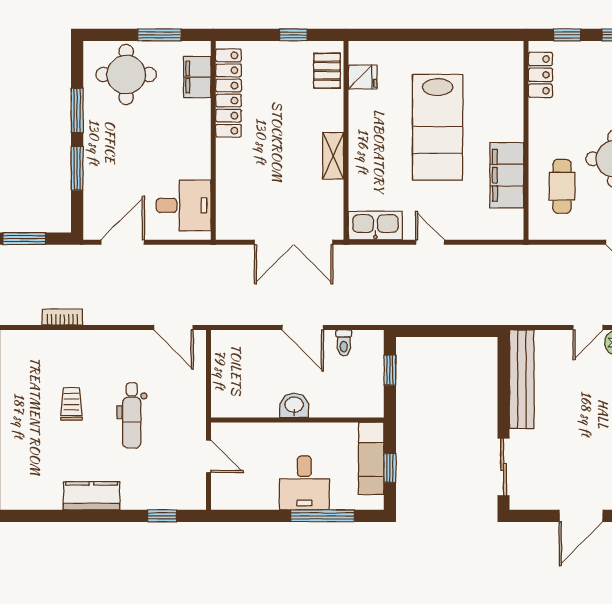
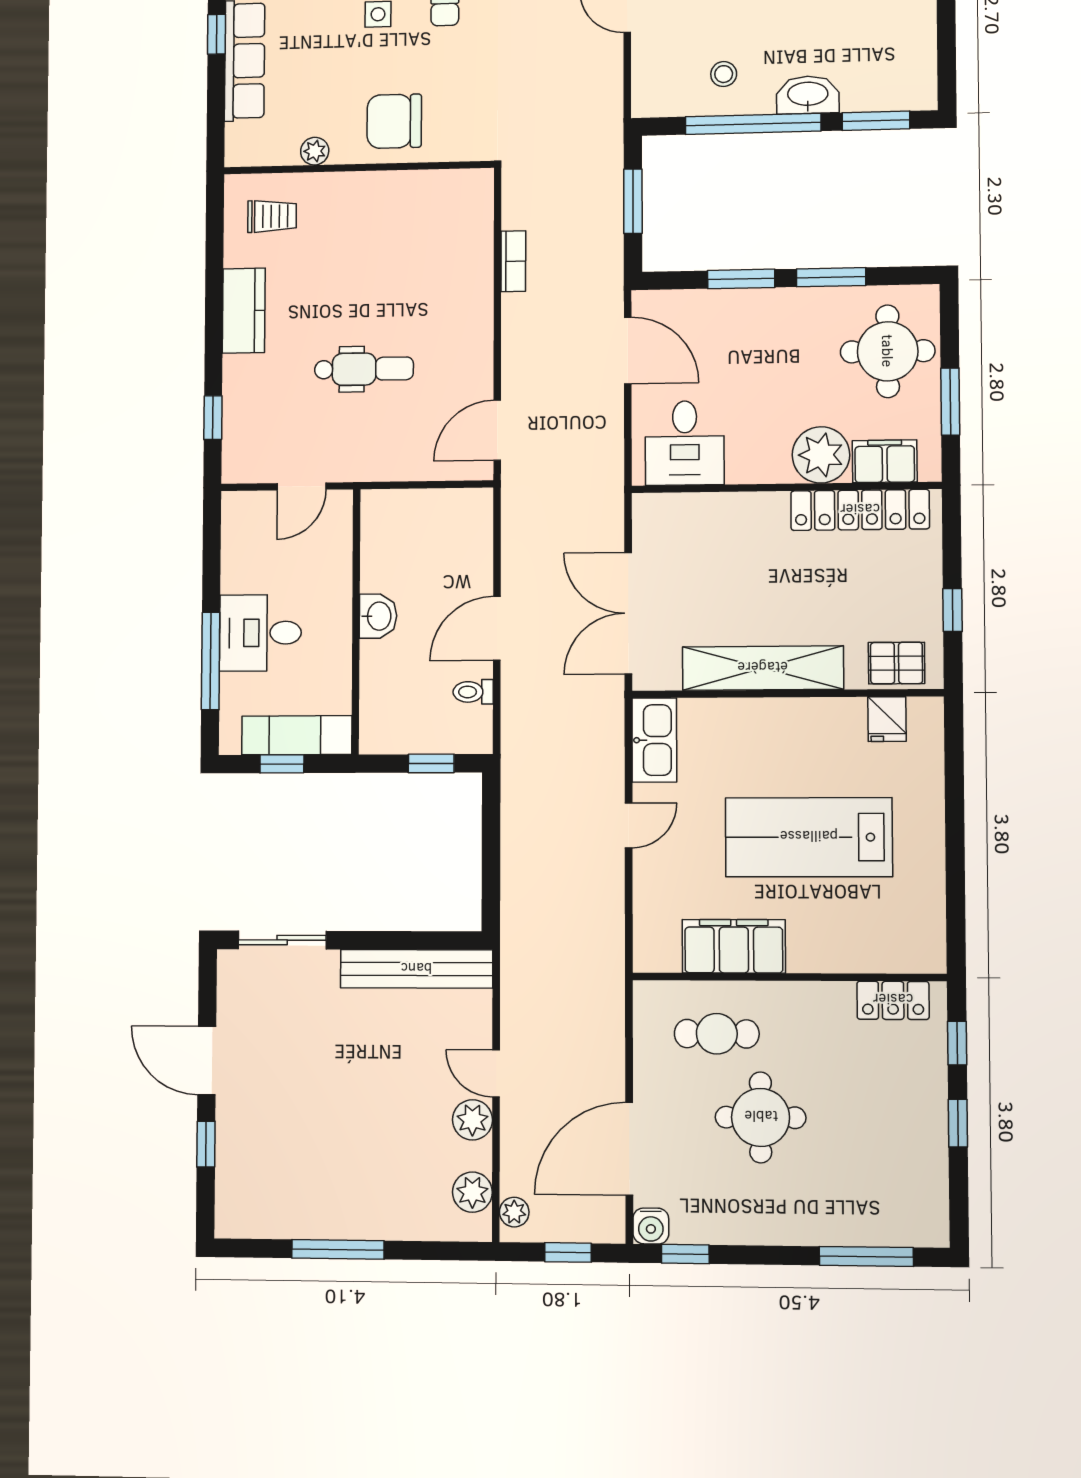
plant: (193, 118) -> (821, 455), added
shelving: (333, 156) -> (763, 668), width x2.20, depth x1.33
trolley: (71, 404) -> (272, 216), moved
dental chair: (132, 415) -> (364, 369), turned 180

